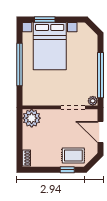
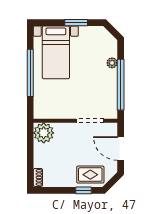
window: (45, 20) -> (76, 23), moved
bed with nightstands: (50, 46) -> (56, 52), width x0.73
plant: (93, 101) -> (112, 63), moved

